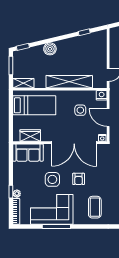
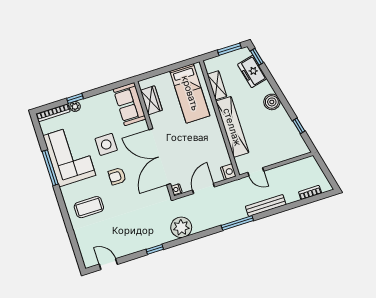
boiler: (50, 49) -> (272, 102), moved
freezer: (33, 54) -> (252, 72), added
shelving: (23, 83) -> (217, 85), moved
side table: (80, 110) -> (202, 152), removed

